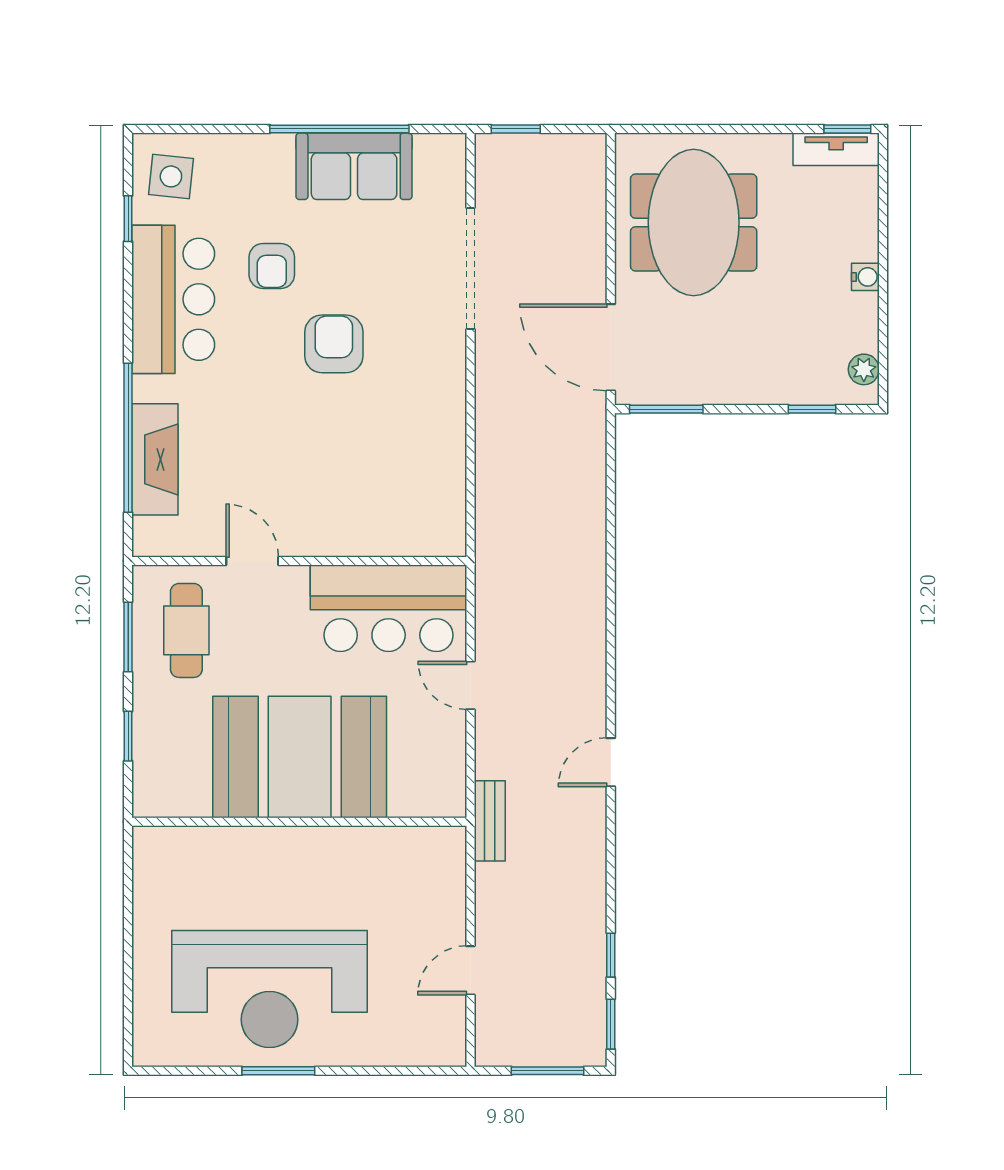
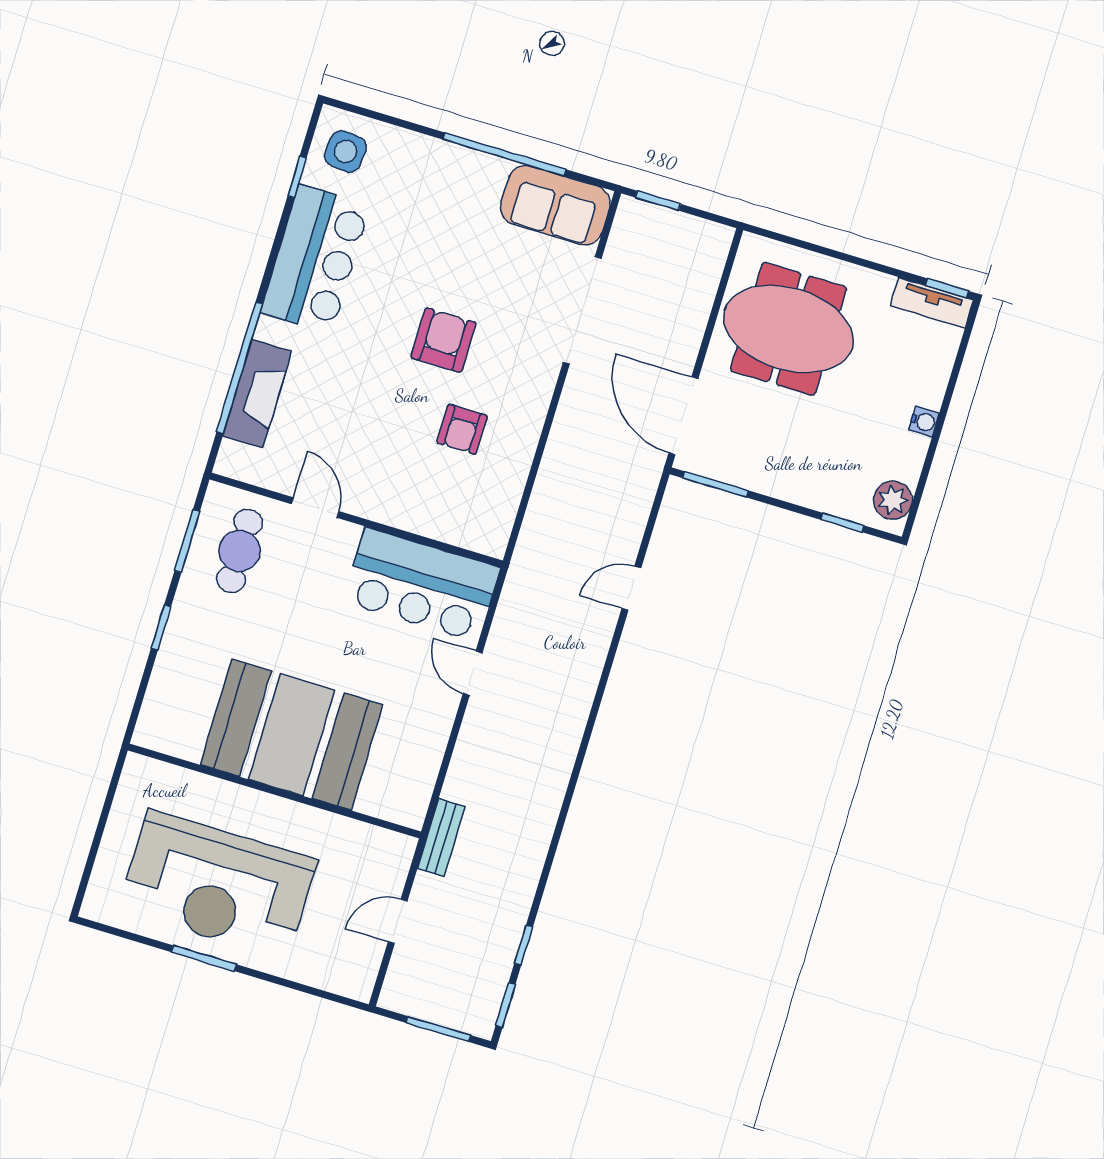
sofa: (354, 166) -> (555, 205), moved
meeting table: (694, 222) -> (788, 329), turned 90
armchair: (272, 266) -> (462, 429), moved
plant: (864, 369) -> (893, 500), width x1.38, depth x1.38
booth: (300, 757) -> (292, 735), moved
door: (611, 762) -> (631, 588), moved
bench: (490, 821) -> (441, 837), moved
wall: (299, 822) -> (274, 791), moved

